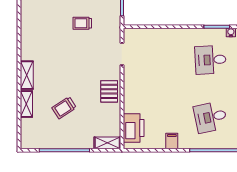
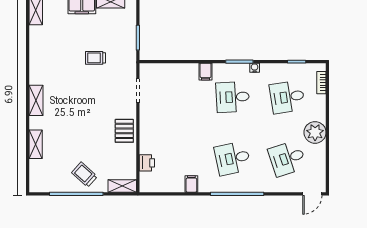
filing cabinet: (185, 36) -> (206, 72), added
shelving: (27, 75) -> (36, 100), moved
trolley: (64, 108) -> (84, 175), moved, turned 75
printer: (134, 128) -> (147, 163), width x0.53, depth x0.68

